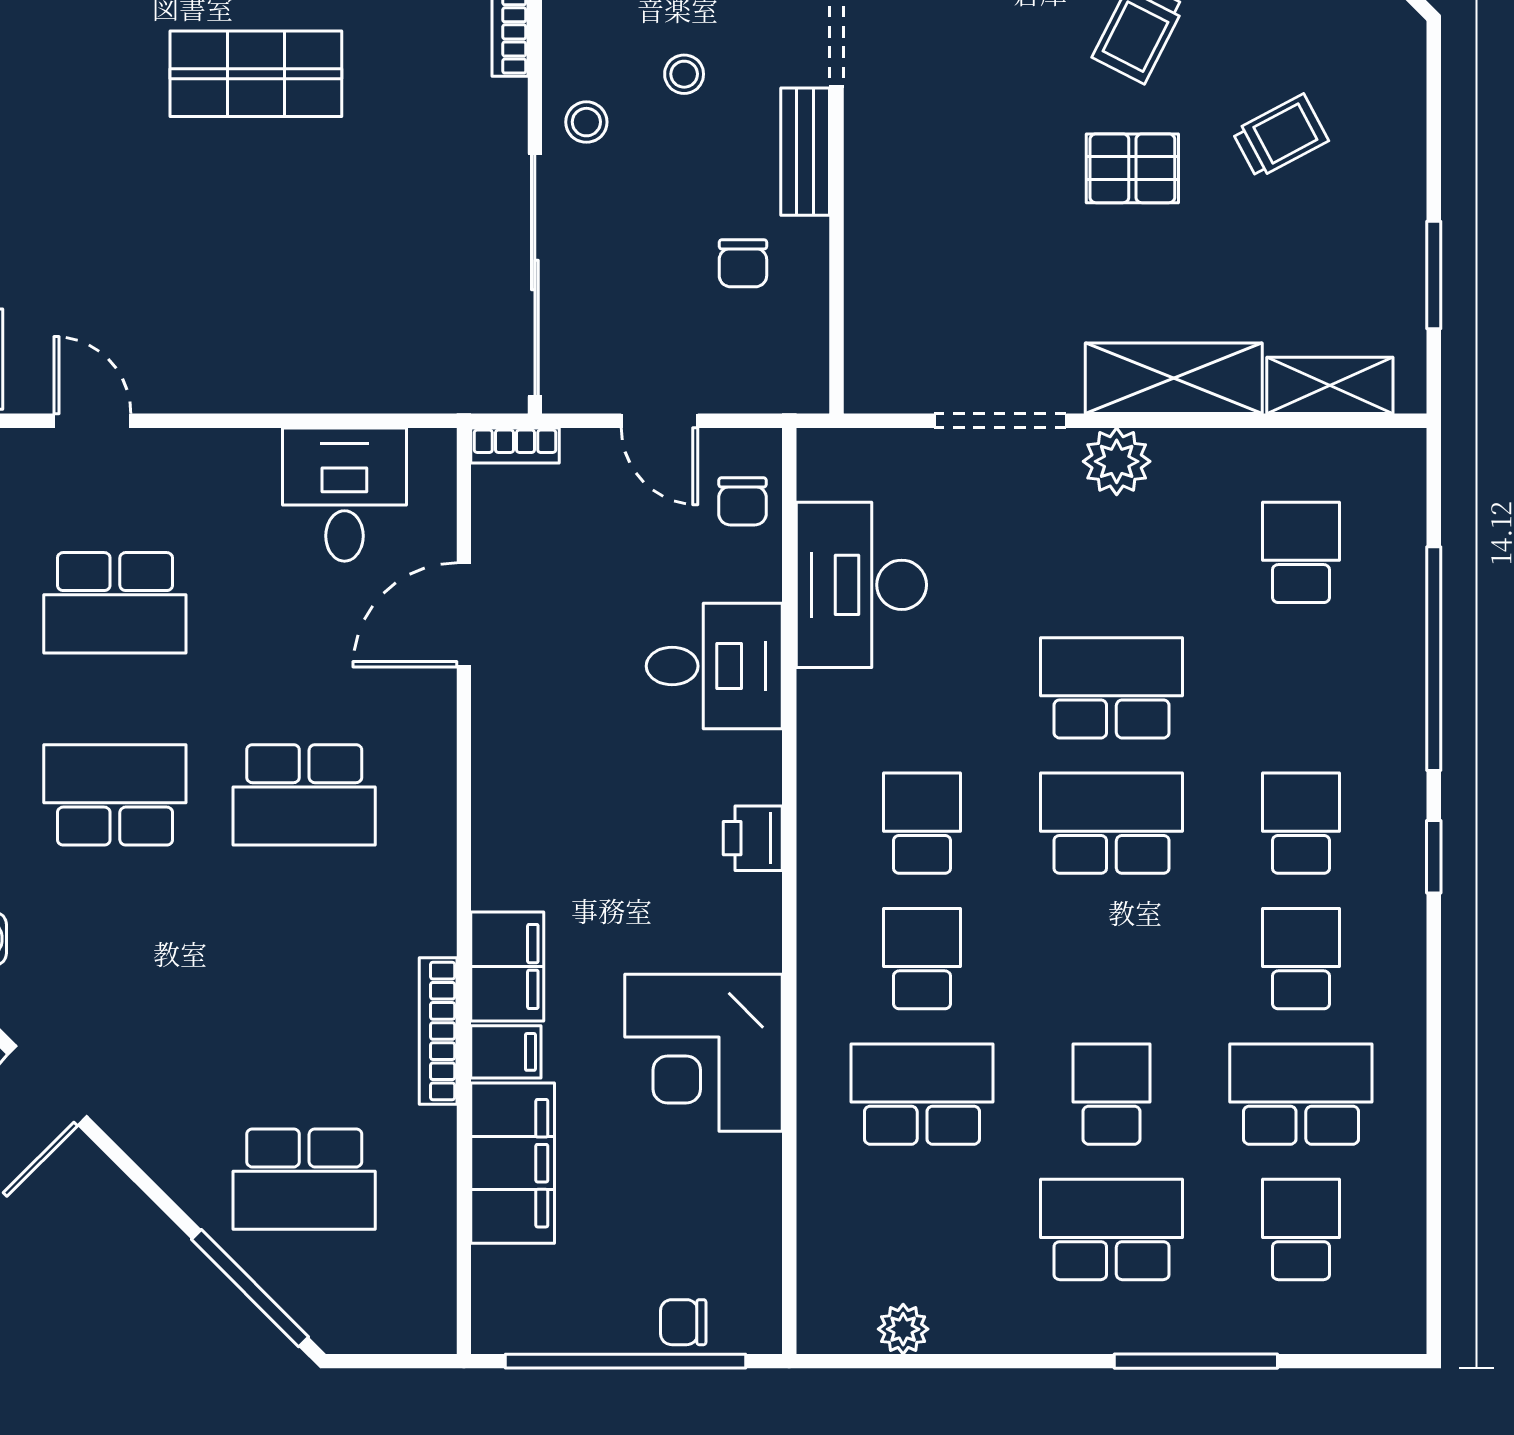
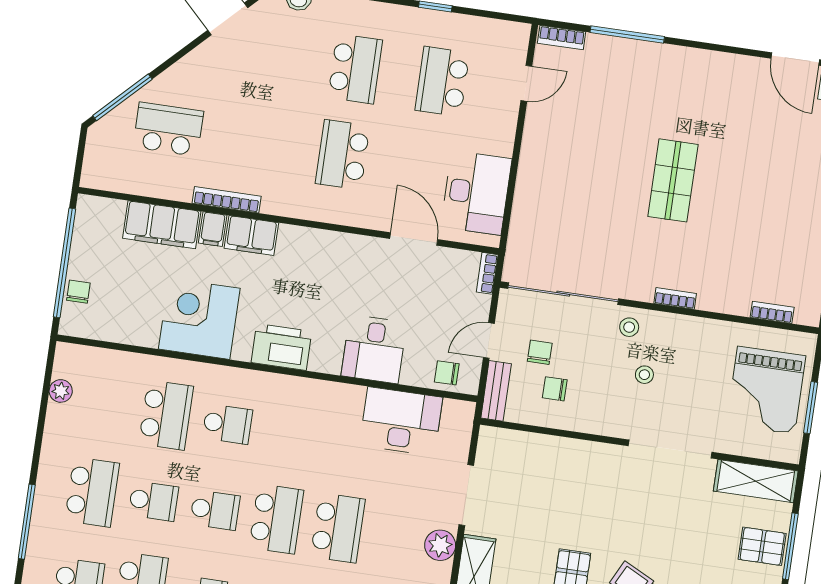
bench: (805, 152) -> (496, 391), moved, turned 90
chair: (669, 307) -> (540, 352), added
desk: (344, 495) -> (476, 193), width x1.37
school desk: (922, 823) -> (215, 510), moved
printer: (753, 838) -> (281, 347), width x1.87, depth x1.48
school desk: (304, 1179) -> (168, 129), turned 90

